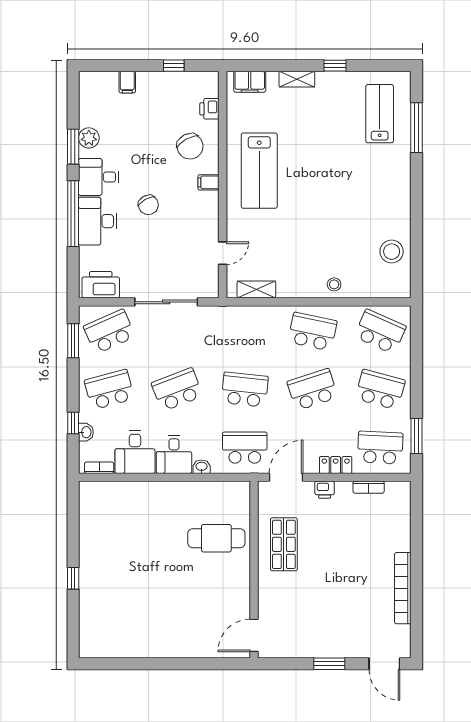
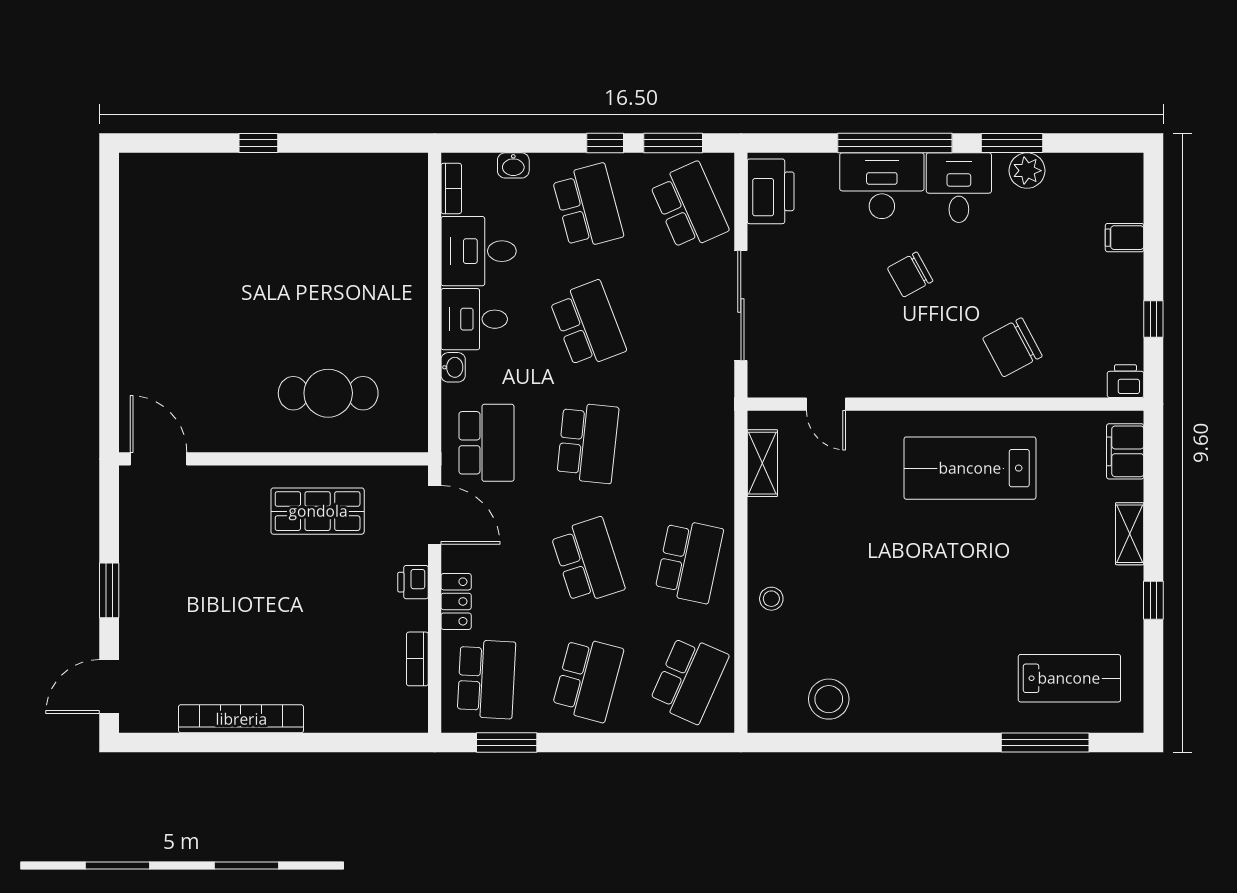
printer: (209, 109) -> (1126, 381), moved
filing cabinet: (208, 182) -> (950, 379), removed
window: (73, 423) -> (605, 143), moved
cafe table: (216, 538) -> (328, 393), turned 90

